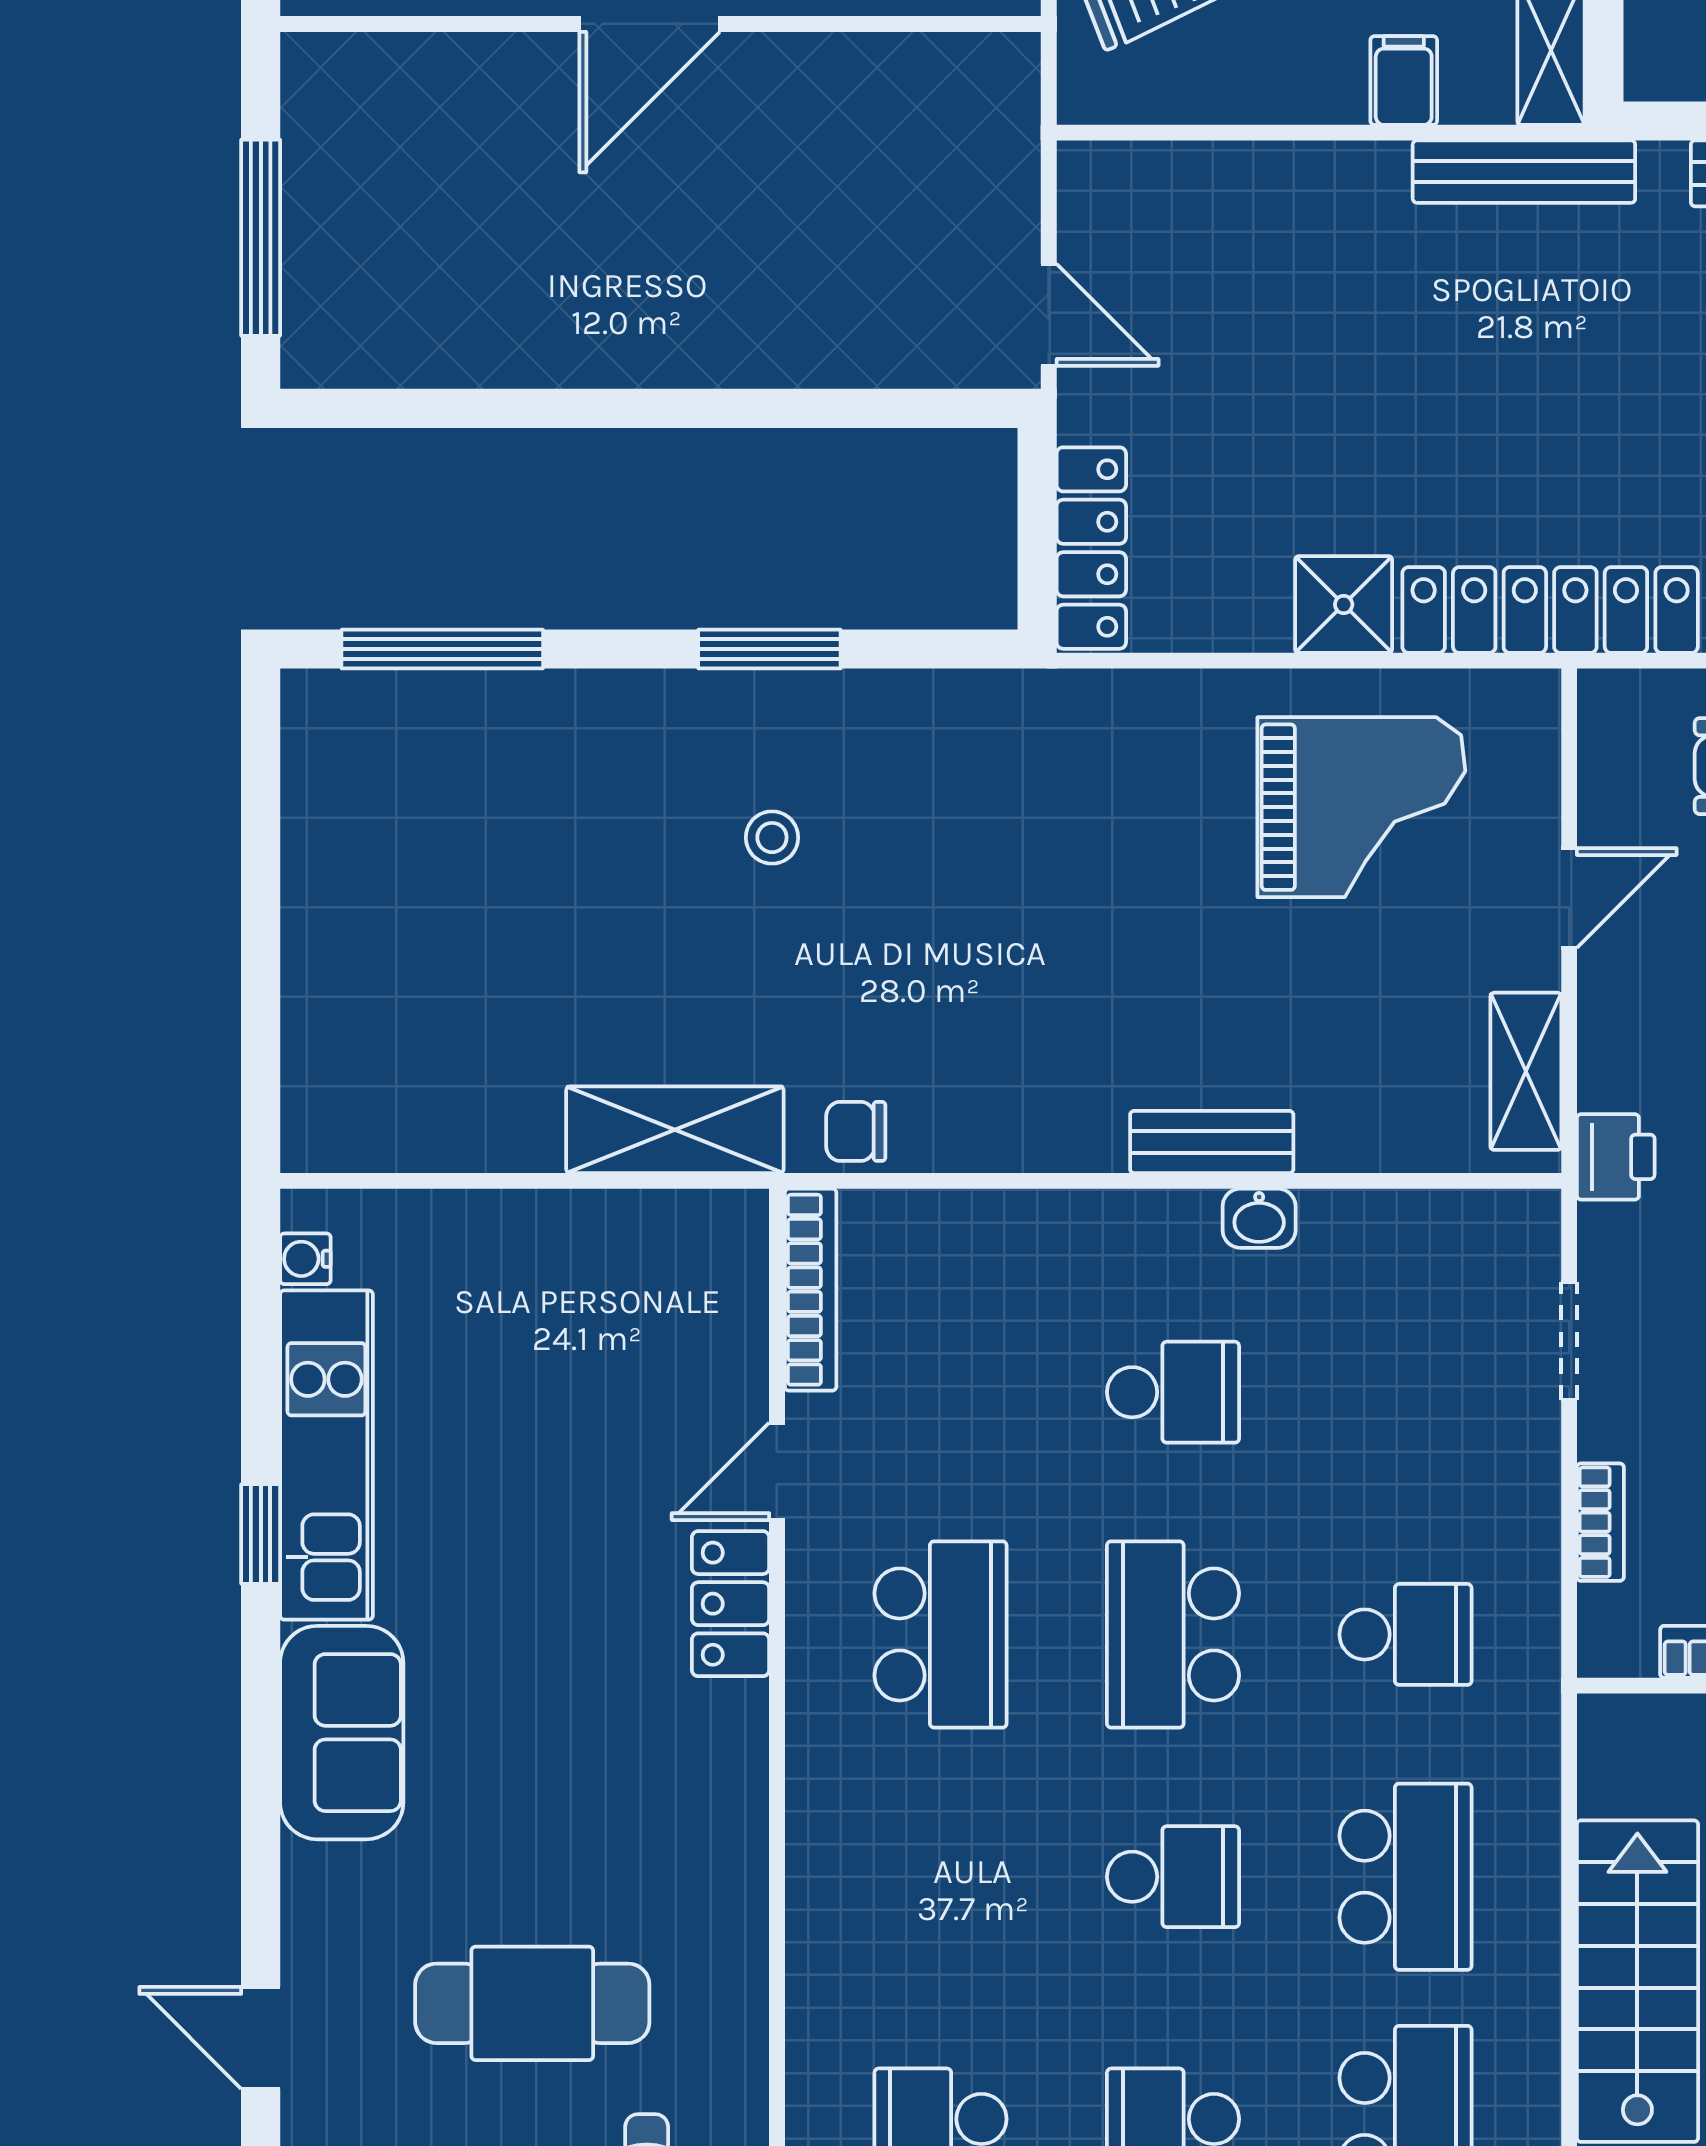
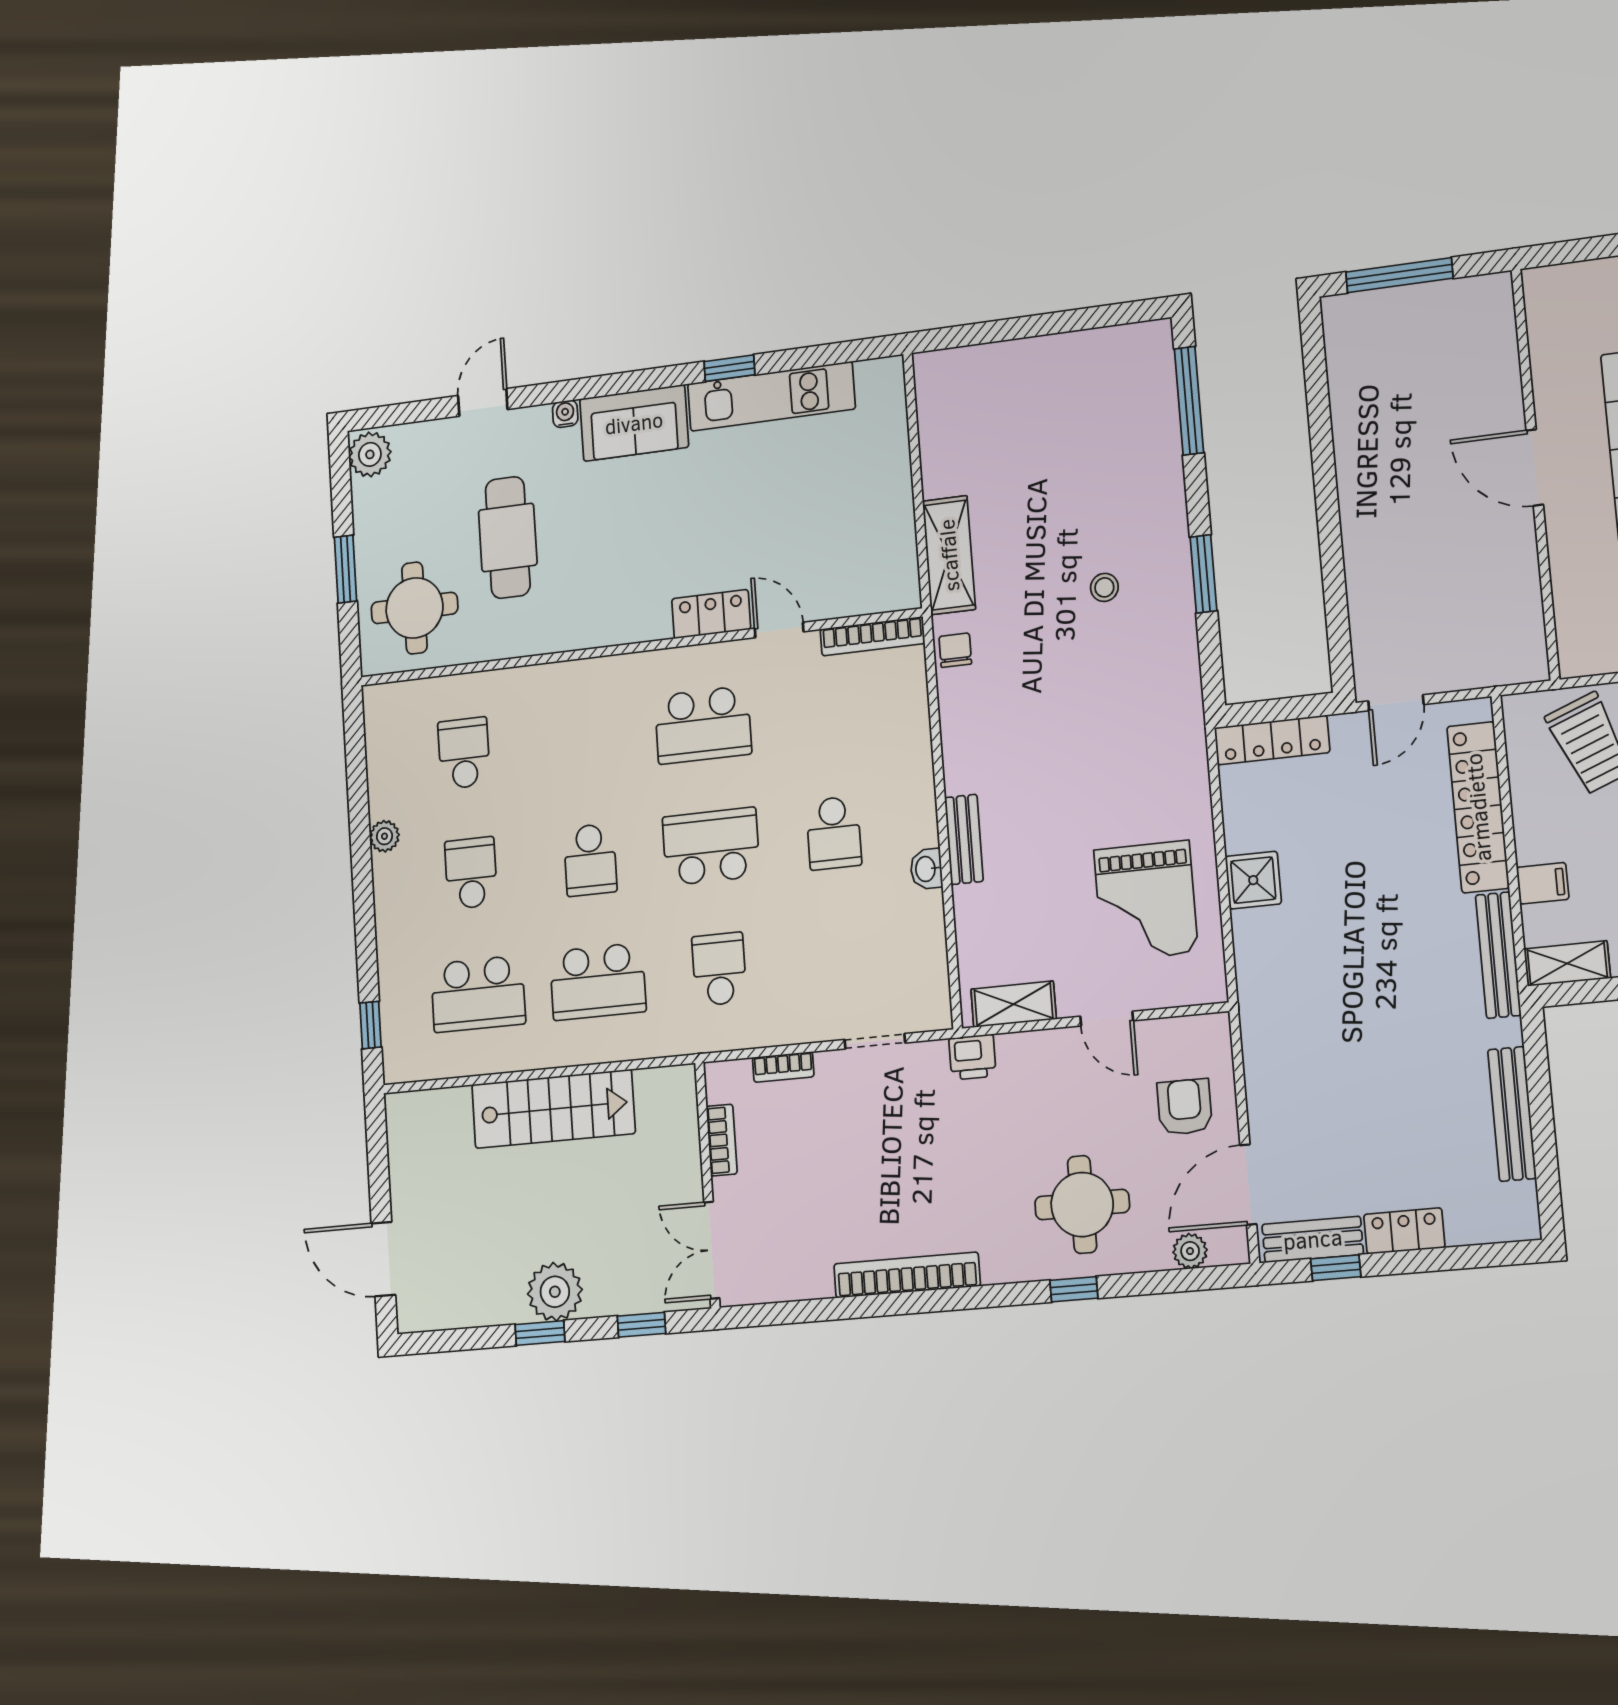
locker: (1550, 610) -> (1478, 807), moved, turned 180
water cooler: (305, 1259) -> (565, 414), moved
school desk: (1406, 1634) -> (719, 969), turned 180

